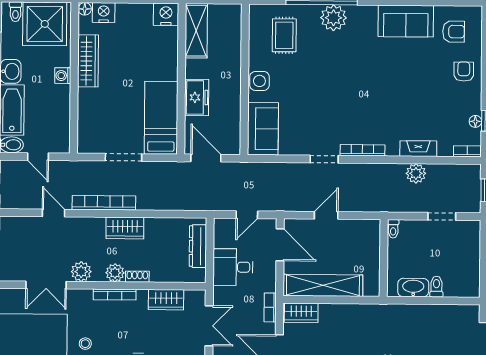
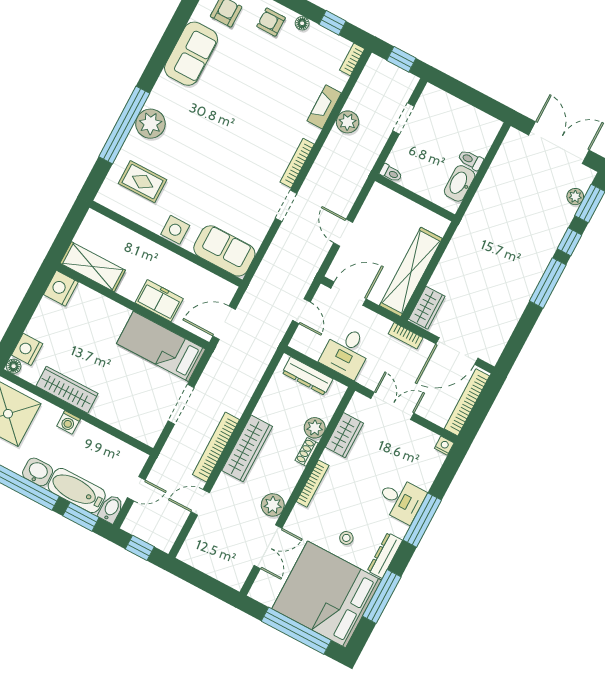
floor lamp: (475, 121) -> (302, 23), moved
wardrobe: (125, 228) -> (247, 448), width x1.50
plant: (115, 273) -> (315, 428), moved

